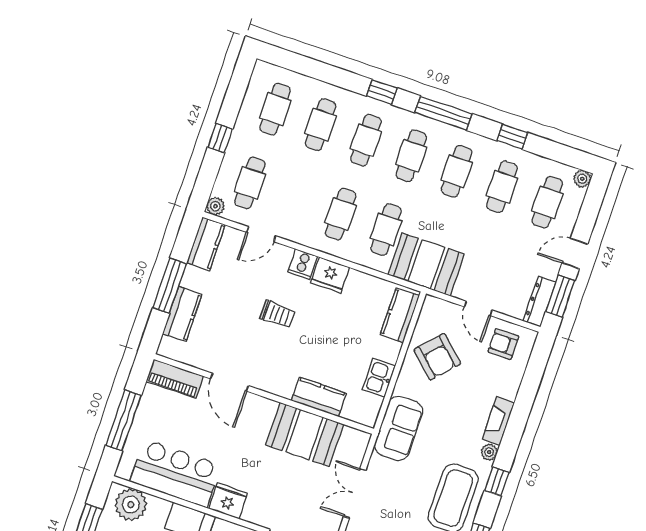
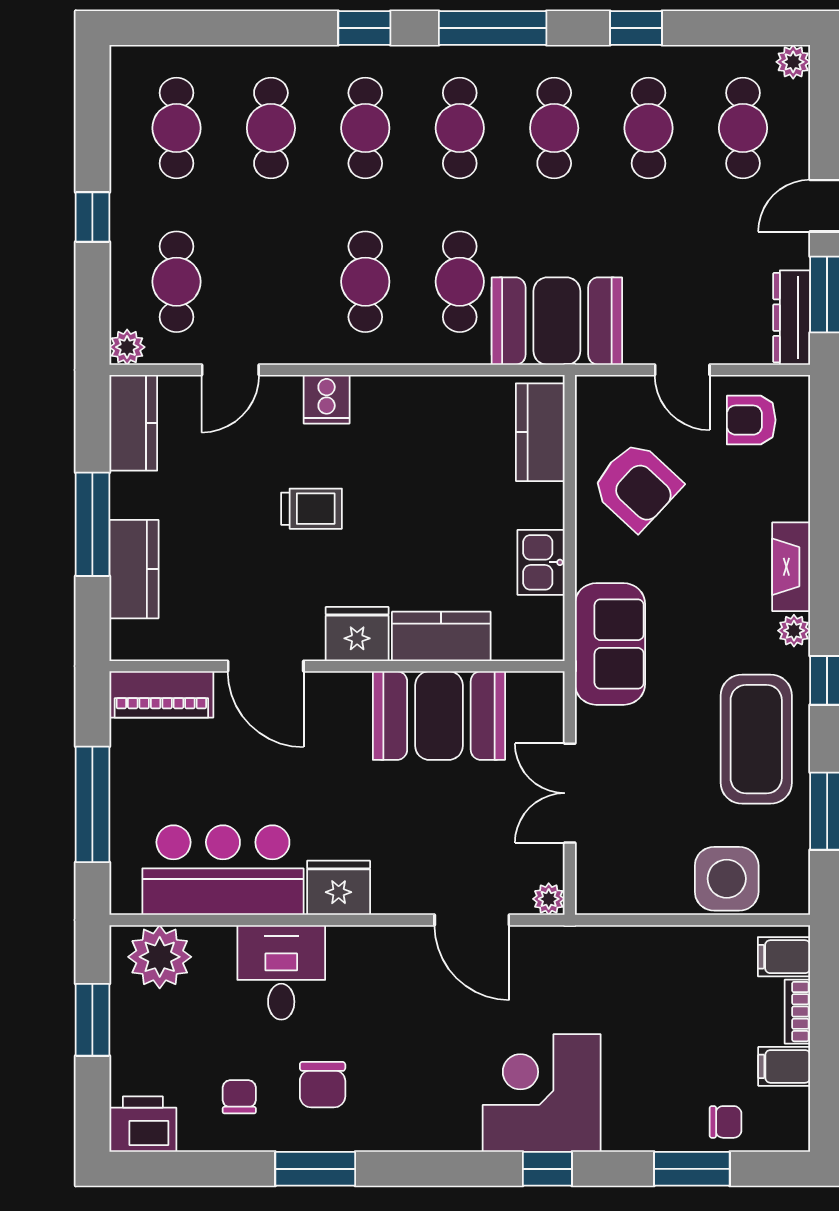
fridge: (330, 275) -> (357, 634), moved, turned 180

